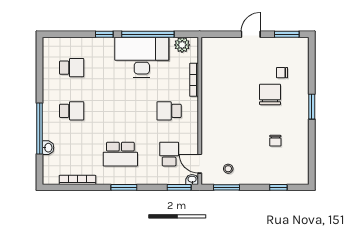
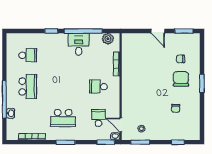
door: (251, 34) -> (158, 31), swing flipped
desk: (142, 57) -> (79, 44), width x0.53, depth x0.77
chair: (270, 94) -> (181, 79), moved
school desk: (72, 111) -> (28, 87), width x1.85

